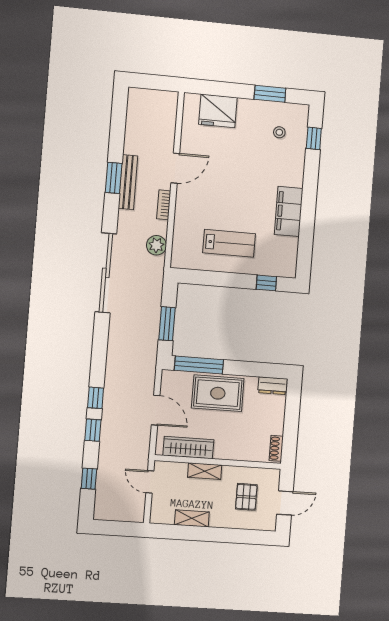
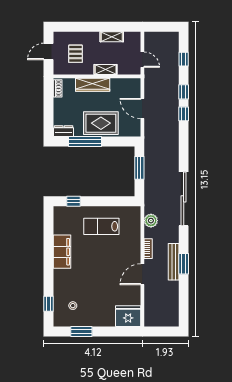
fridge: (218, 111) -> (128, 316), moved
window: (199, 365) -> (85, 141), moved
wardrobe: (188, 448) -> (93, 85), moved

